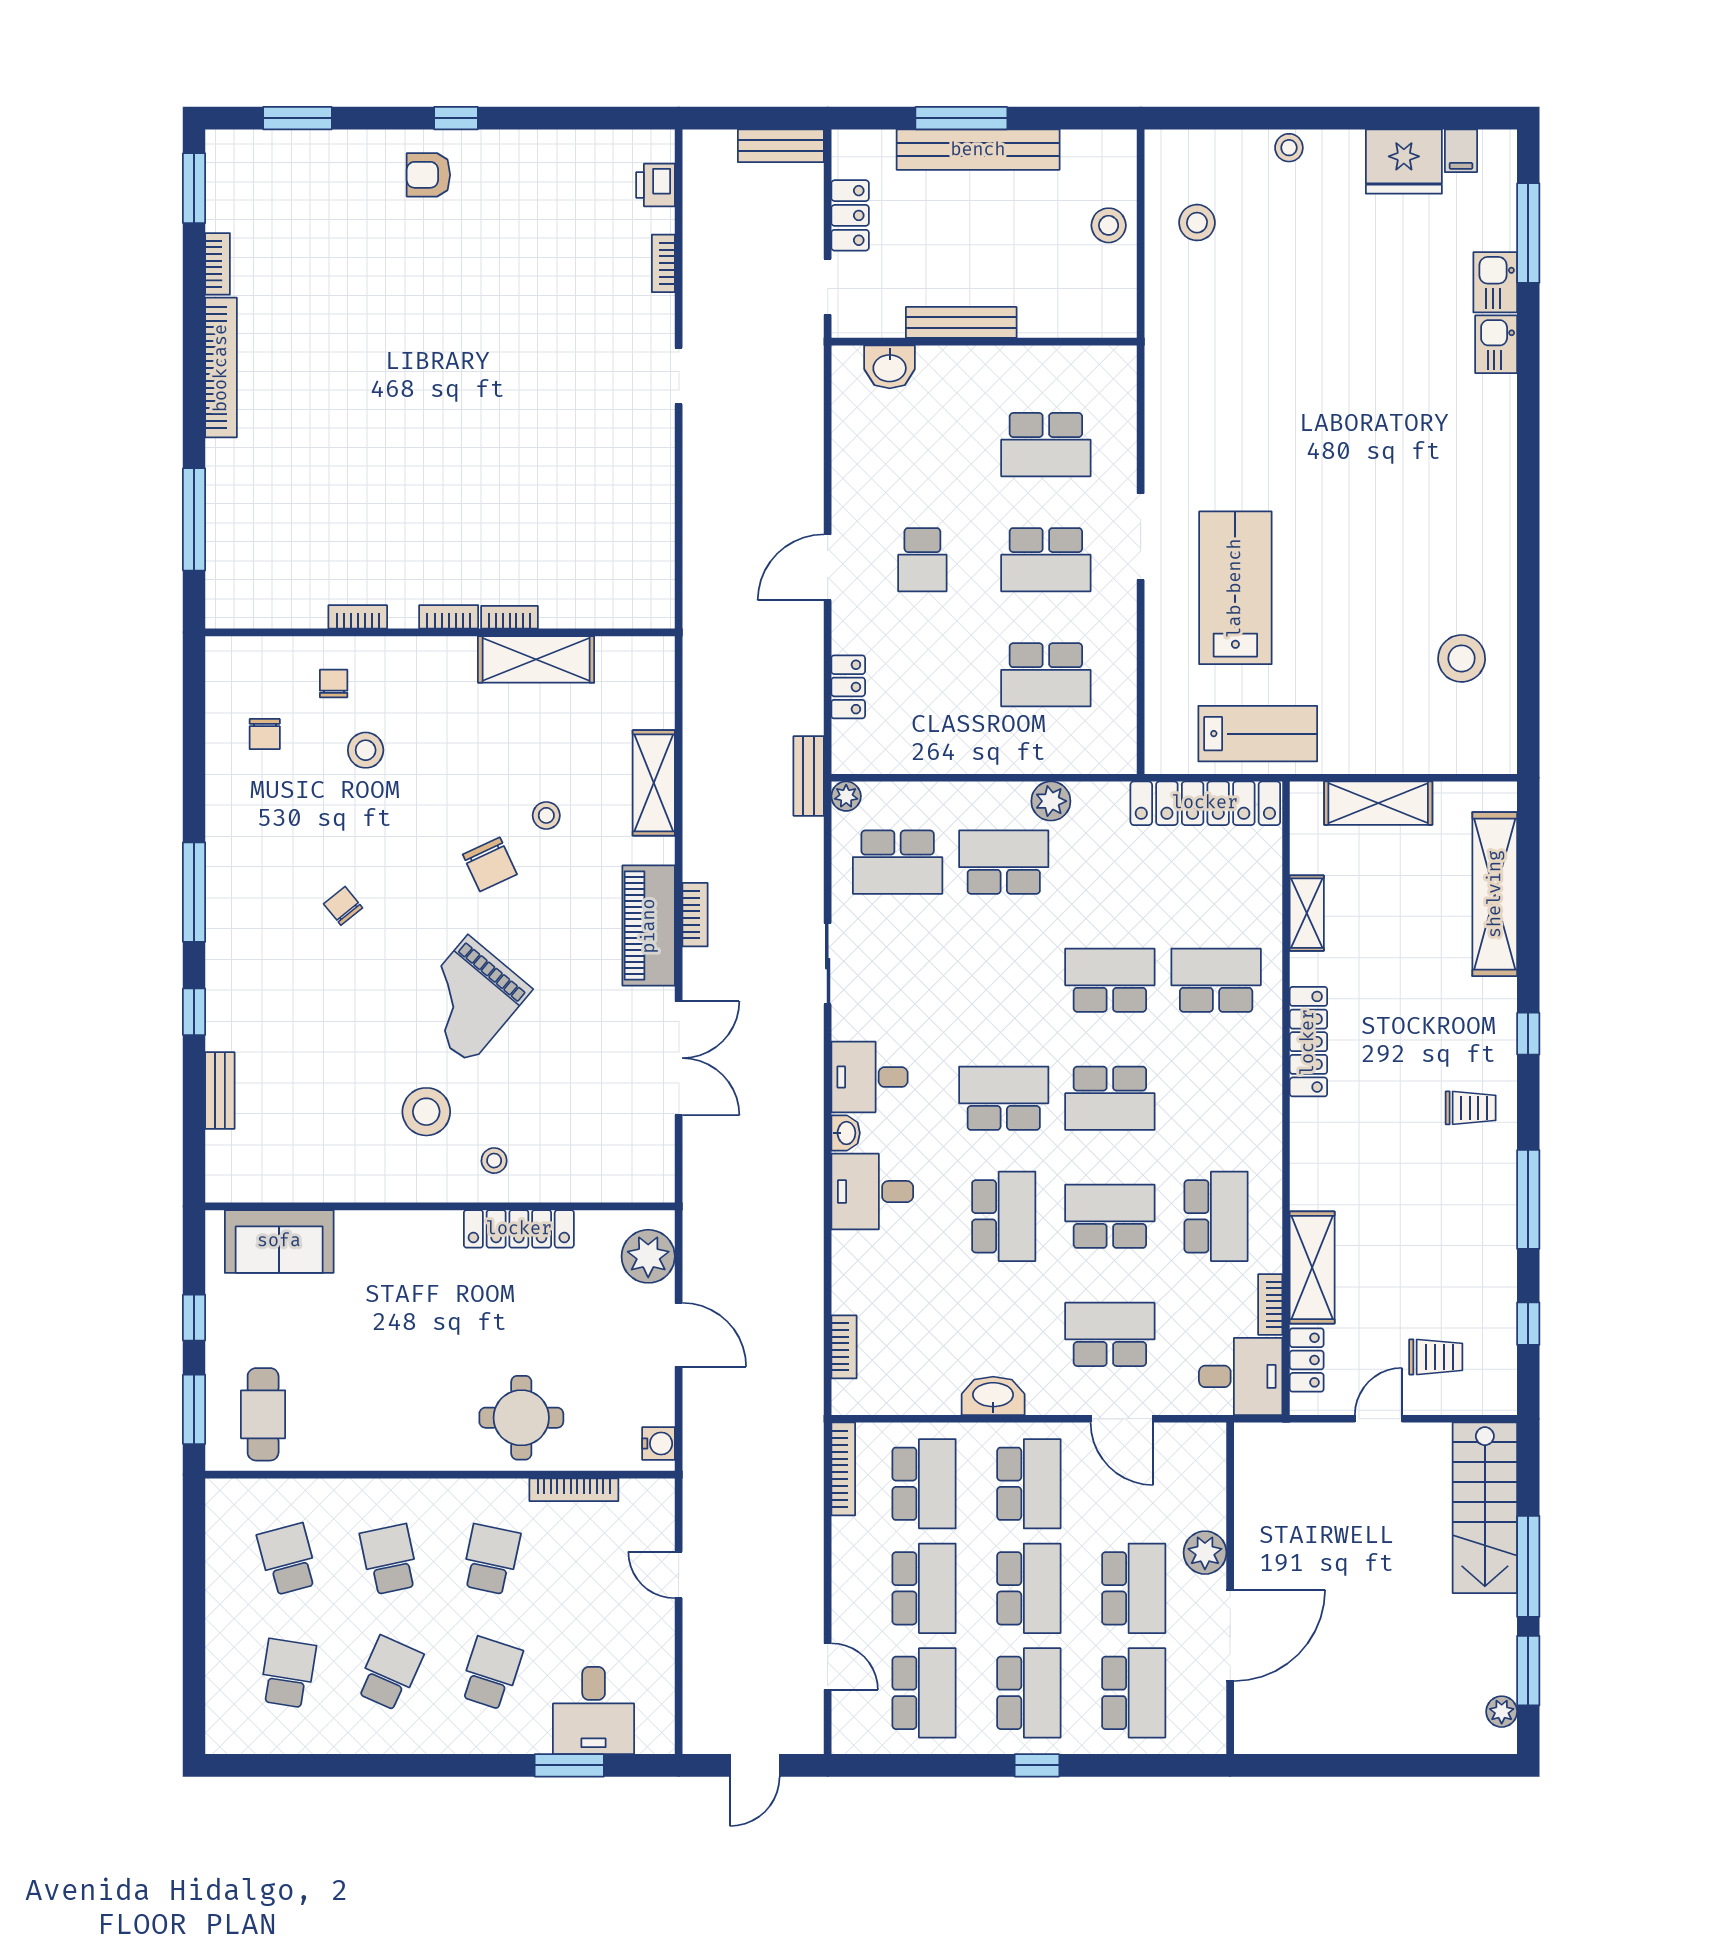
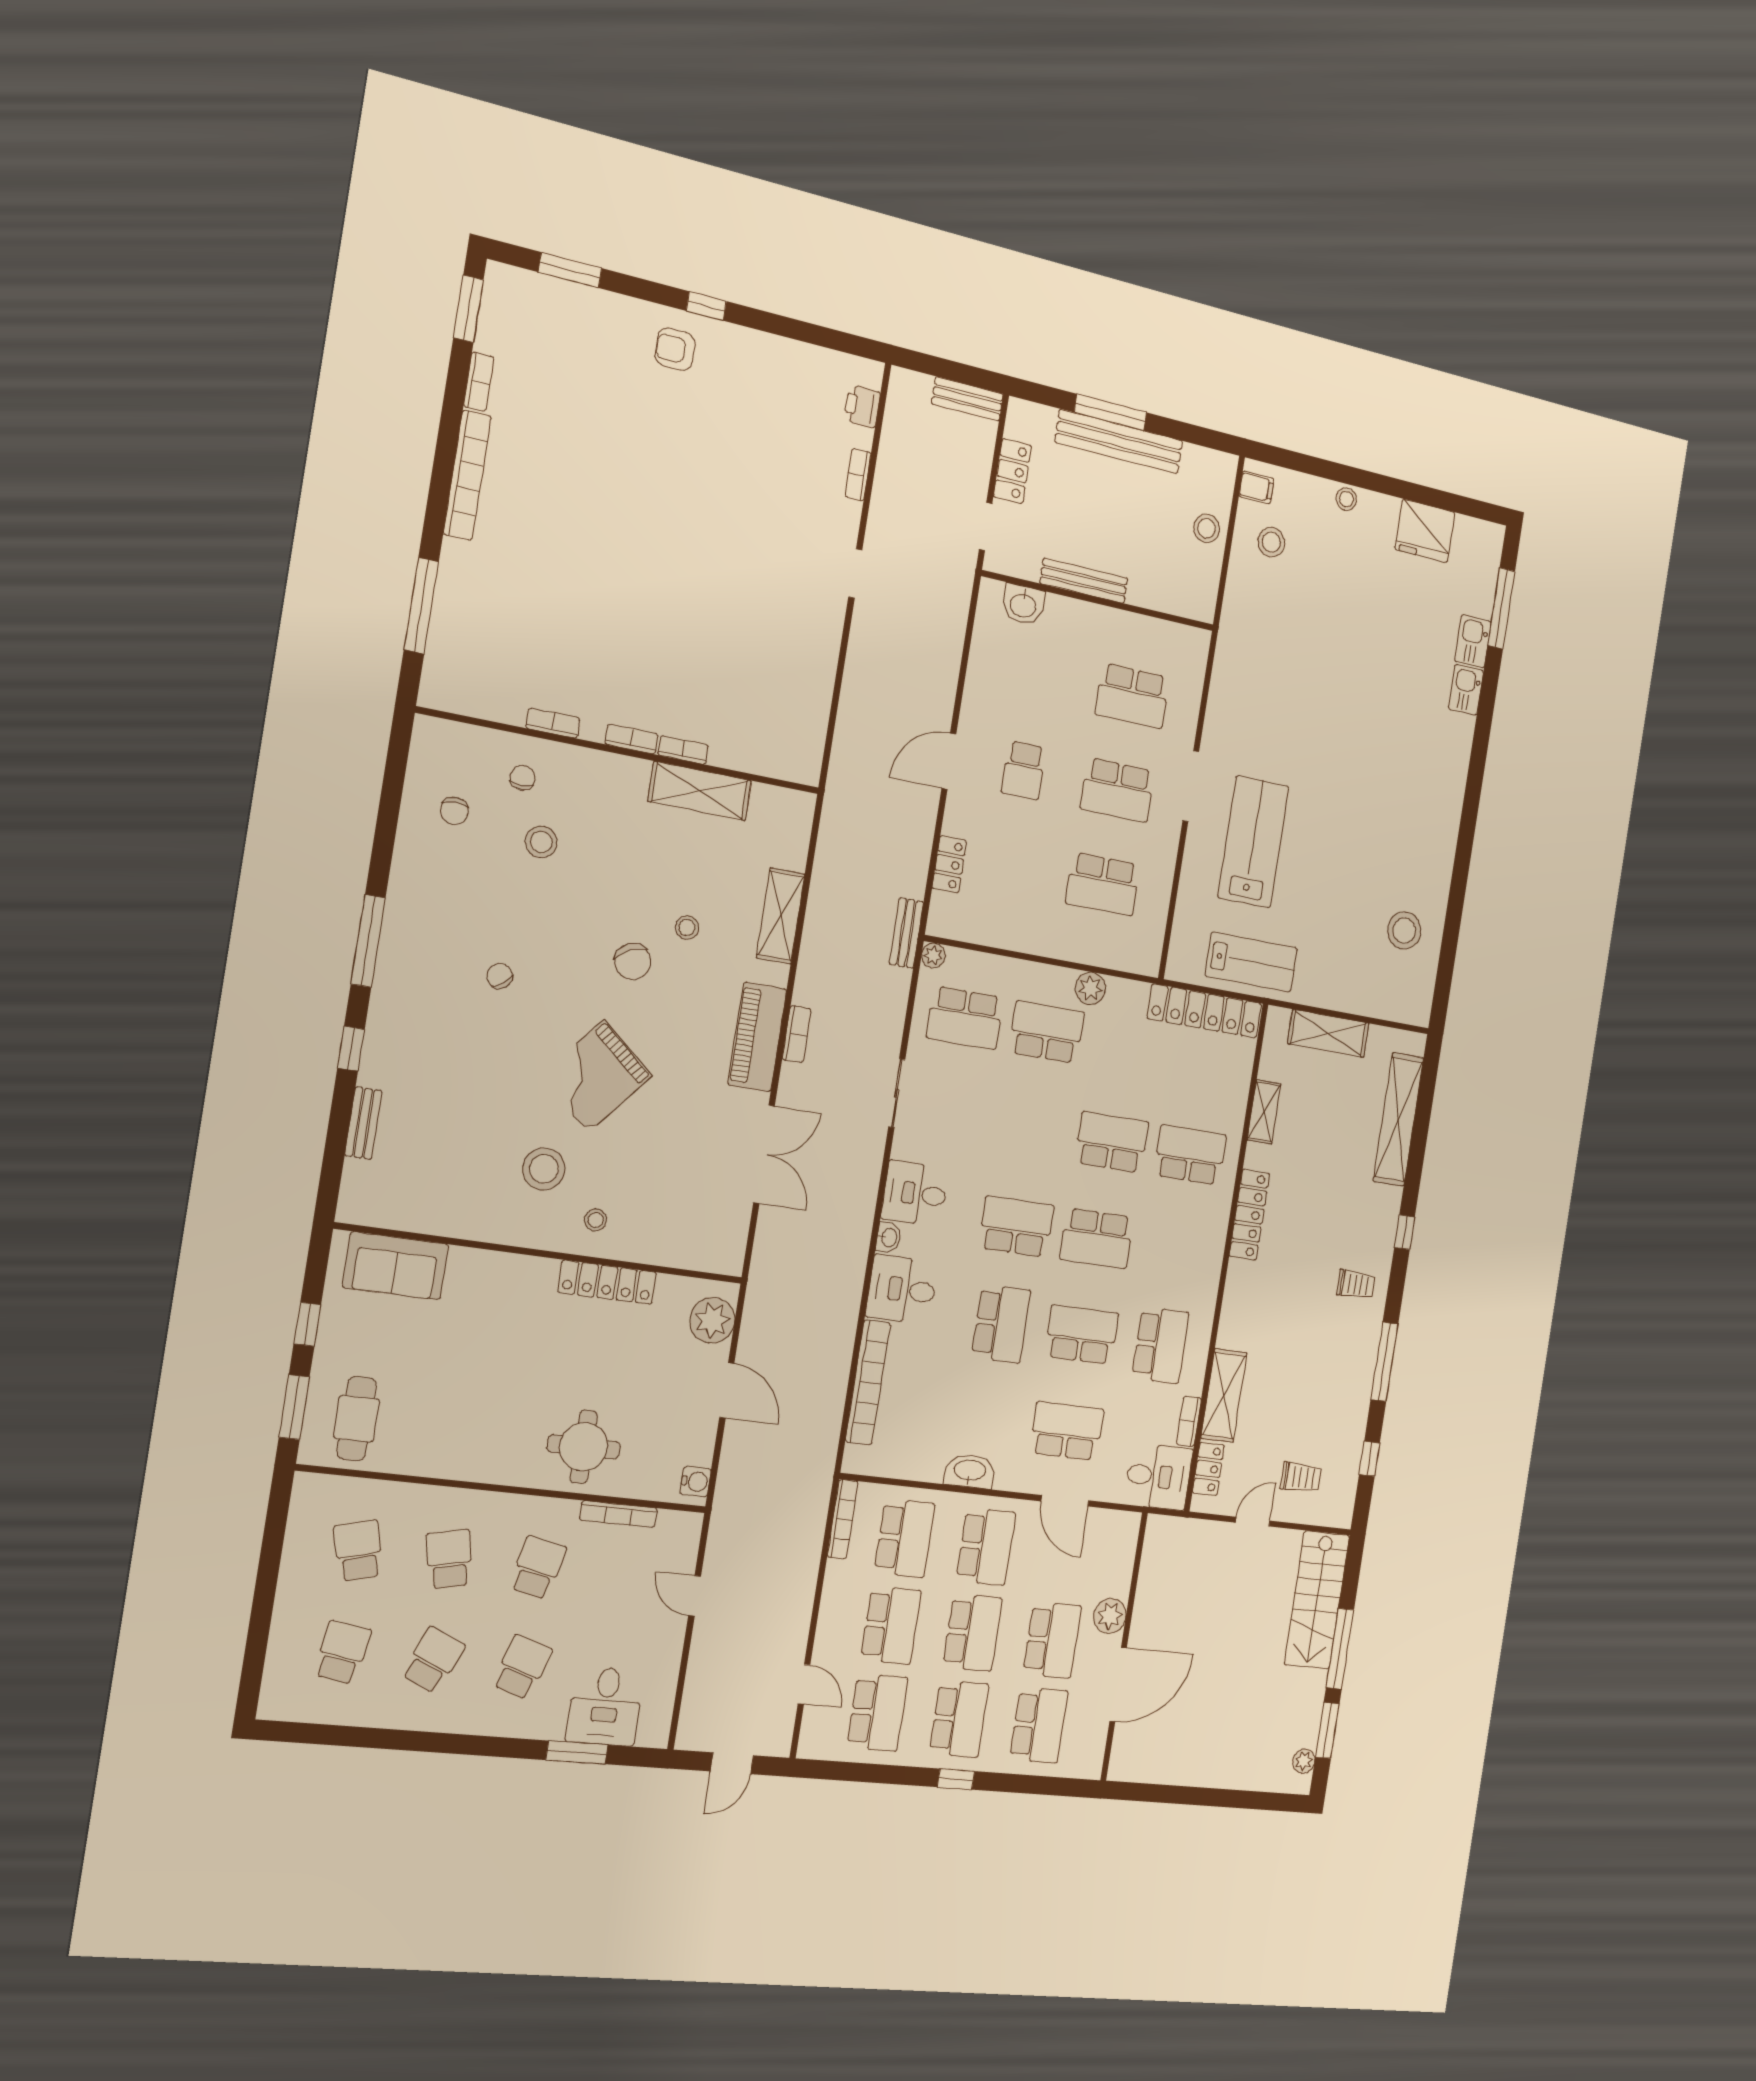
filing cabinet: (1461, 151) -> (1256, 487), moved, turned -90
bookcase: (844, 1347) -> (868, 1382), width x2.31, depth x1.31

